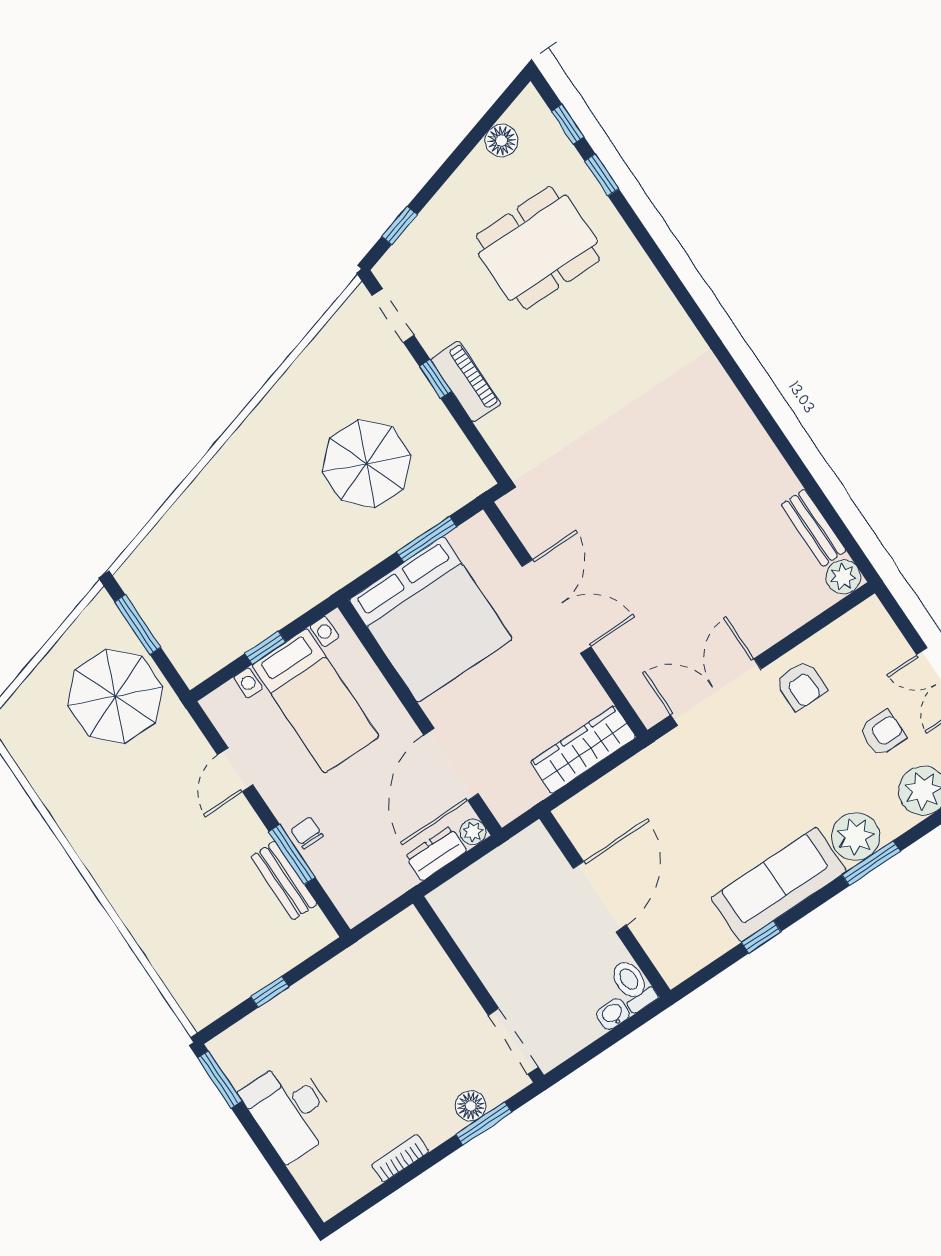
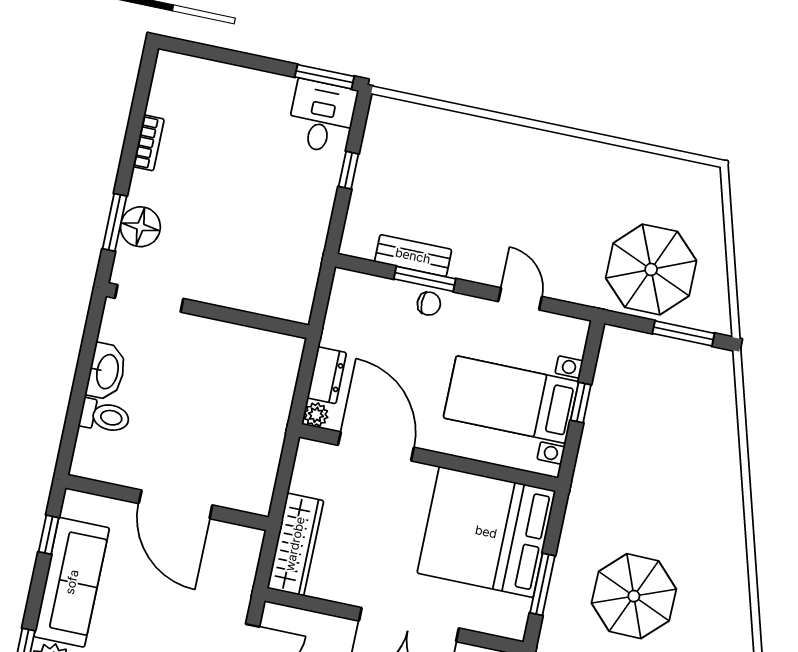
door: (600, 897) -> (176, 504), moved
wall: (605, 904) -> (167, 503), moved
washbasin: (613, 1014) -> (106, 371), width x1.91, depth x1.45
floor lamp: (471, 1106) -> (140, 227), width x1.38, depth x1.38
desk: (290, 1110) -> (322, 117), moved, width x0.73

